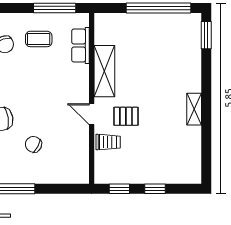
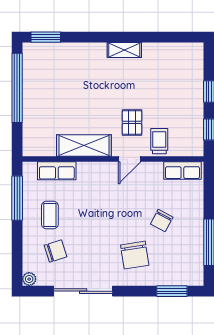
row of seats: (81, 164) -> (182, 170), added

